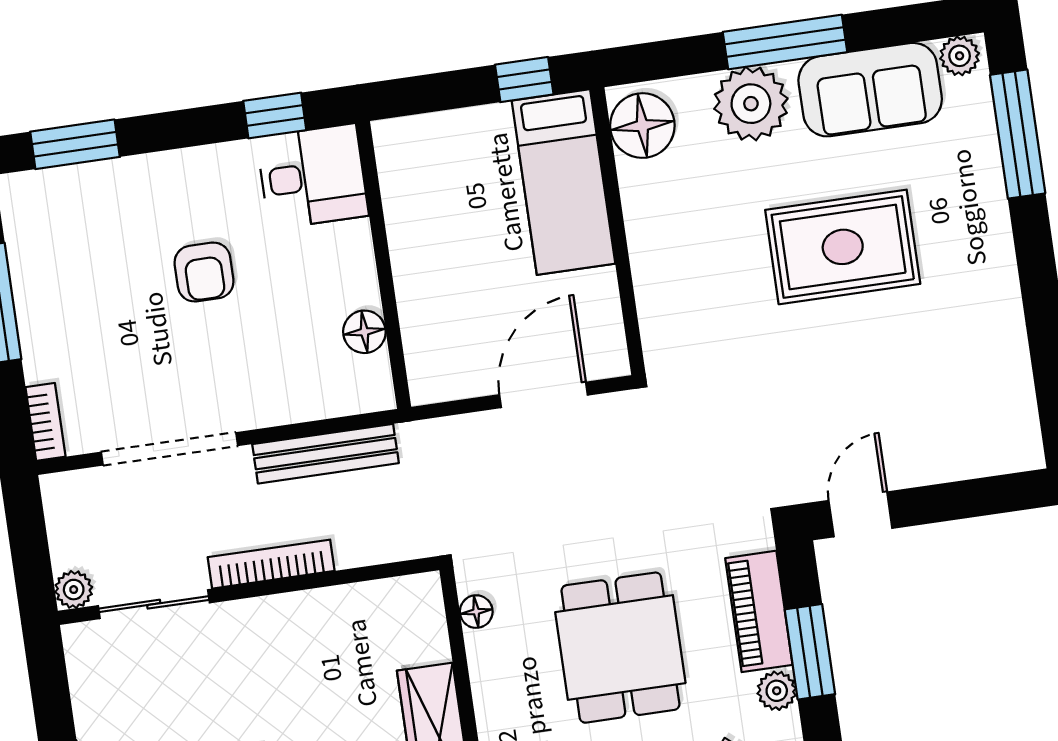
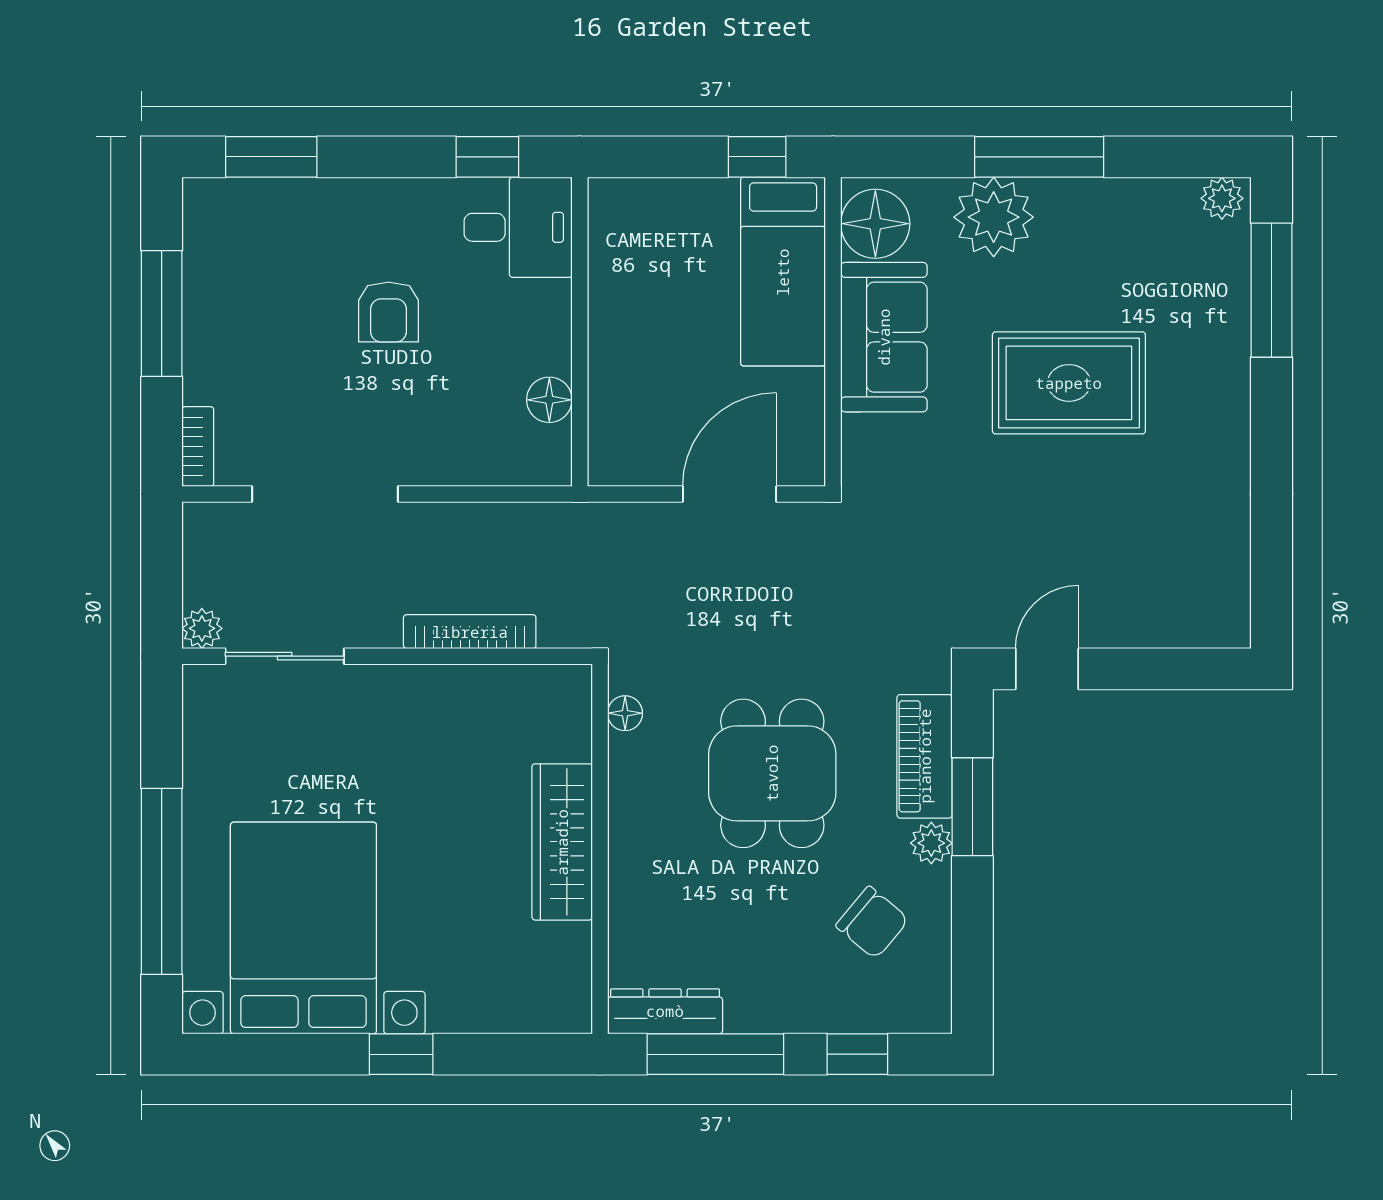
sofa: (870, 90) -> (884, 337), moved, turned -90
bench: (326, 454) -> (489, 523), removed
bookcase: (271, 564) -> (470, 632), moved

